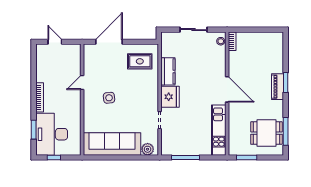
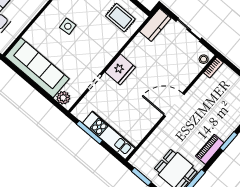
kitchen counter: (168, 71) -> (155, 25), moved
piano: (278, 87) -> (210, 149), moved
door: (227, 89) -> (174, 105), swing flipped
kitchen unit: (219, 130) -> (109, 135), moved, turned 90

